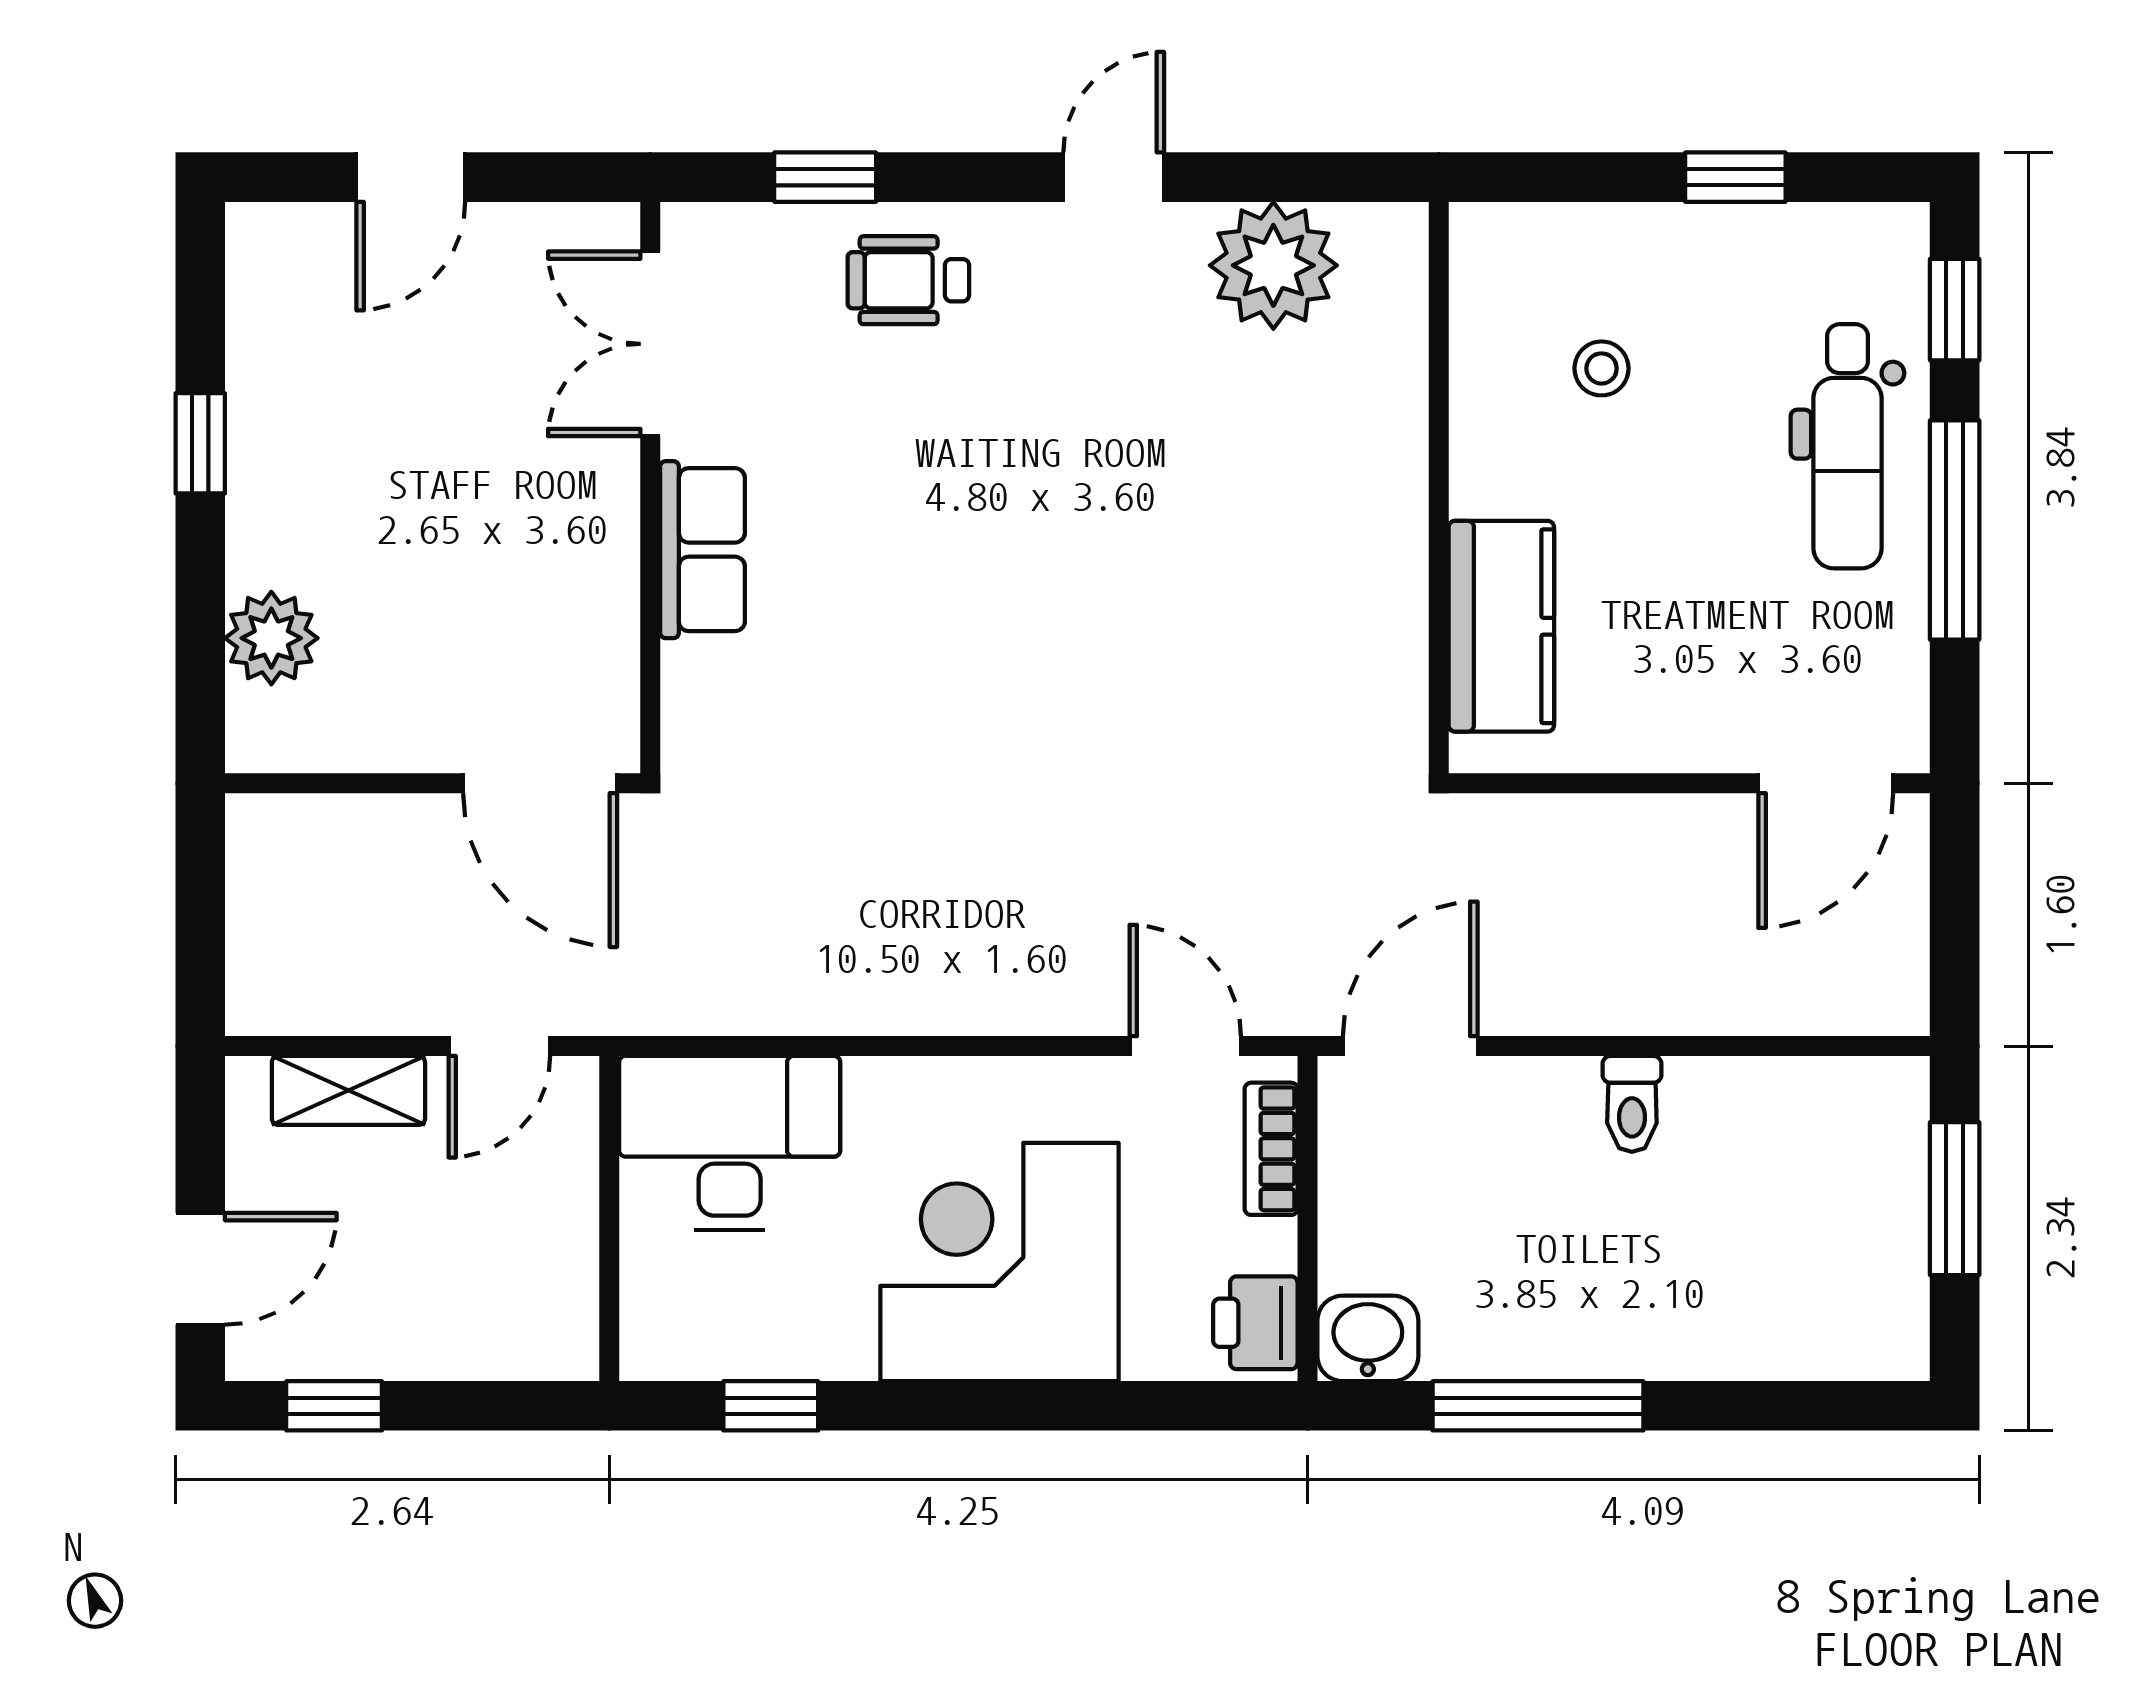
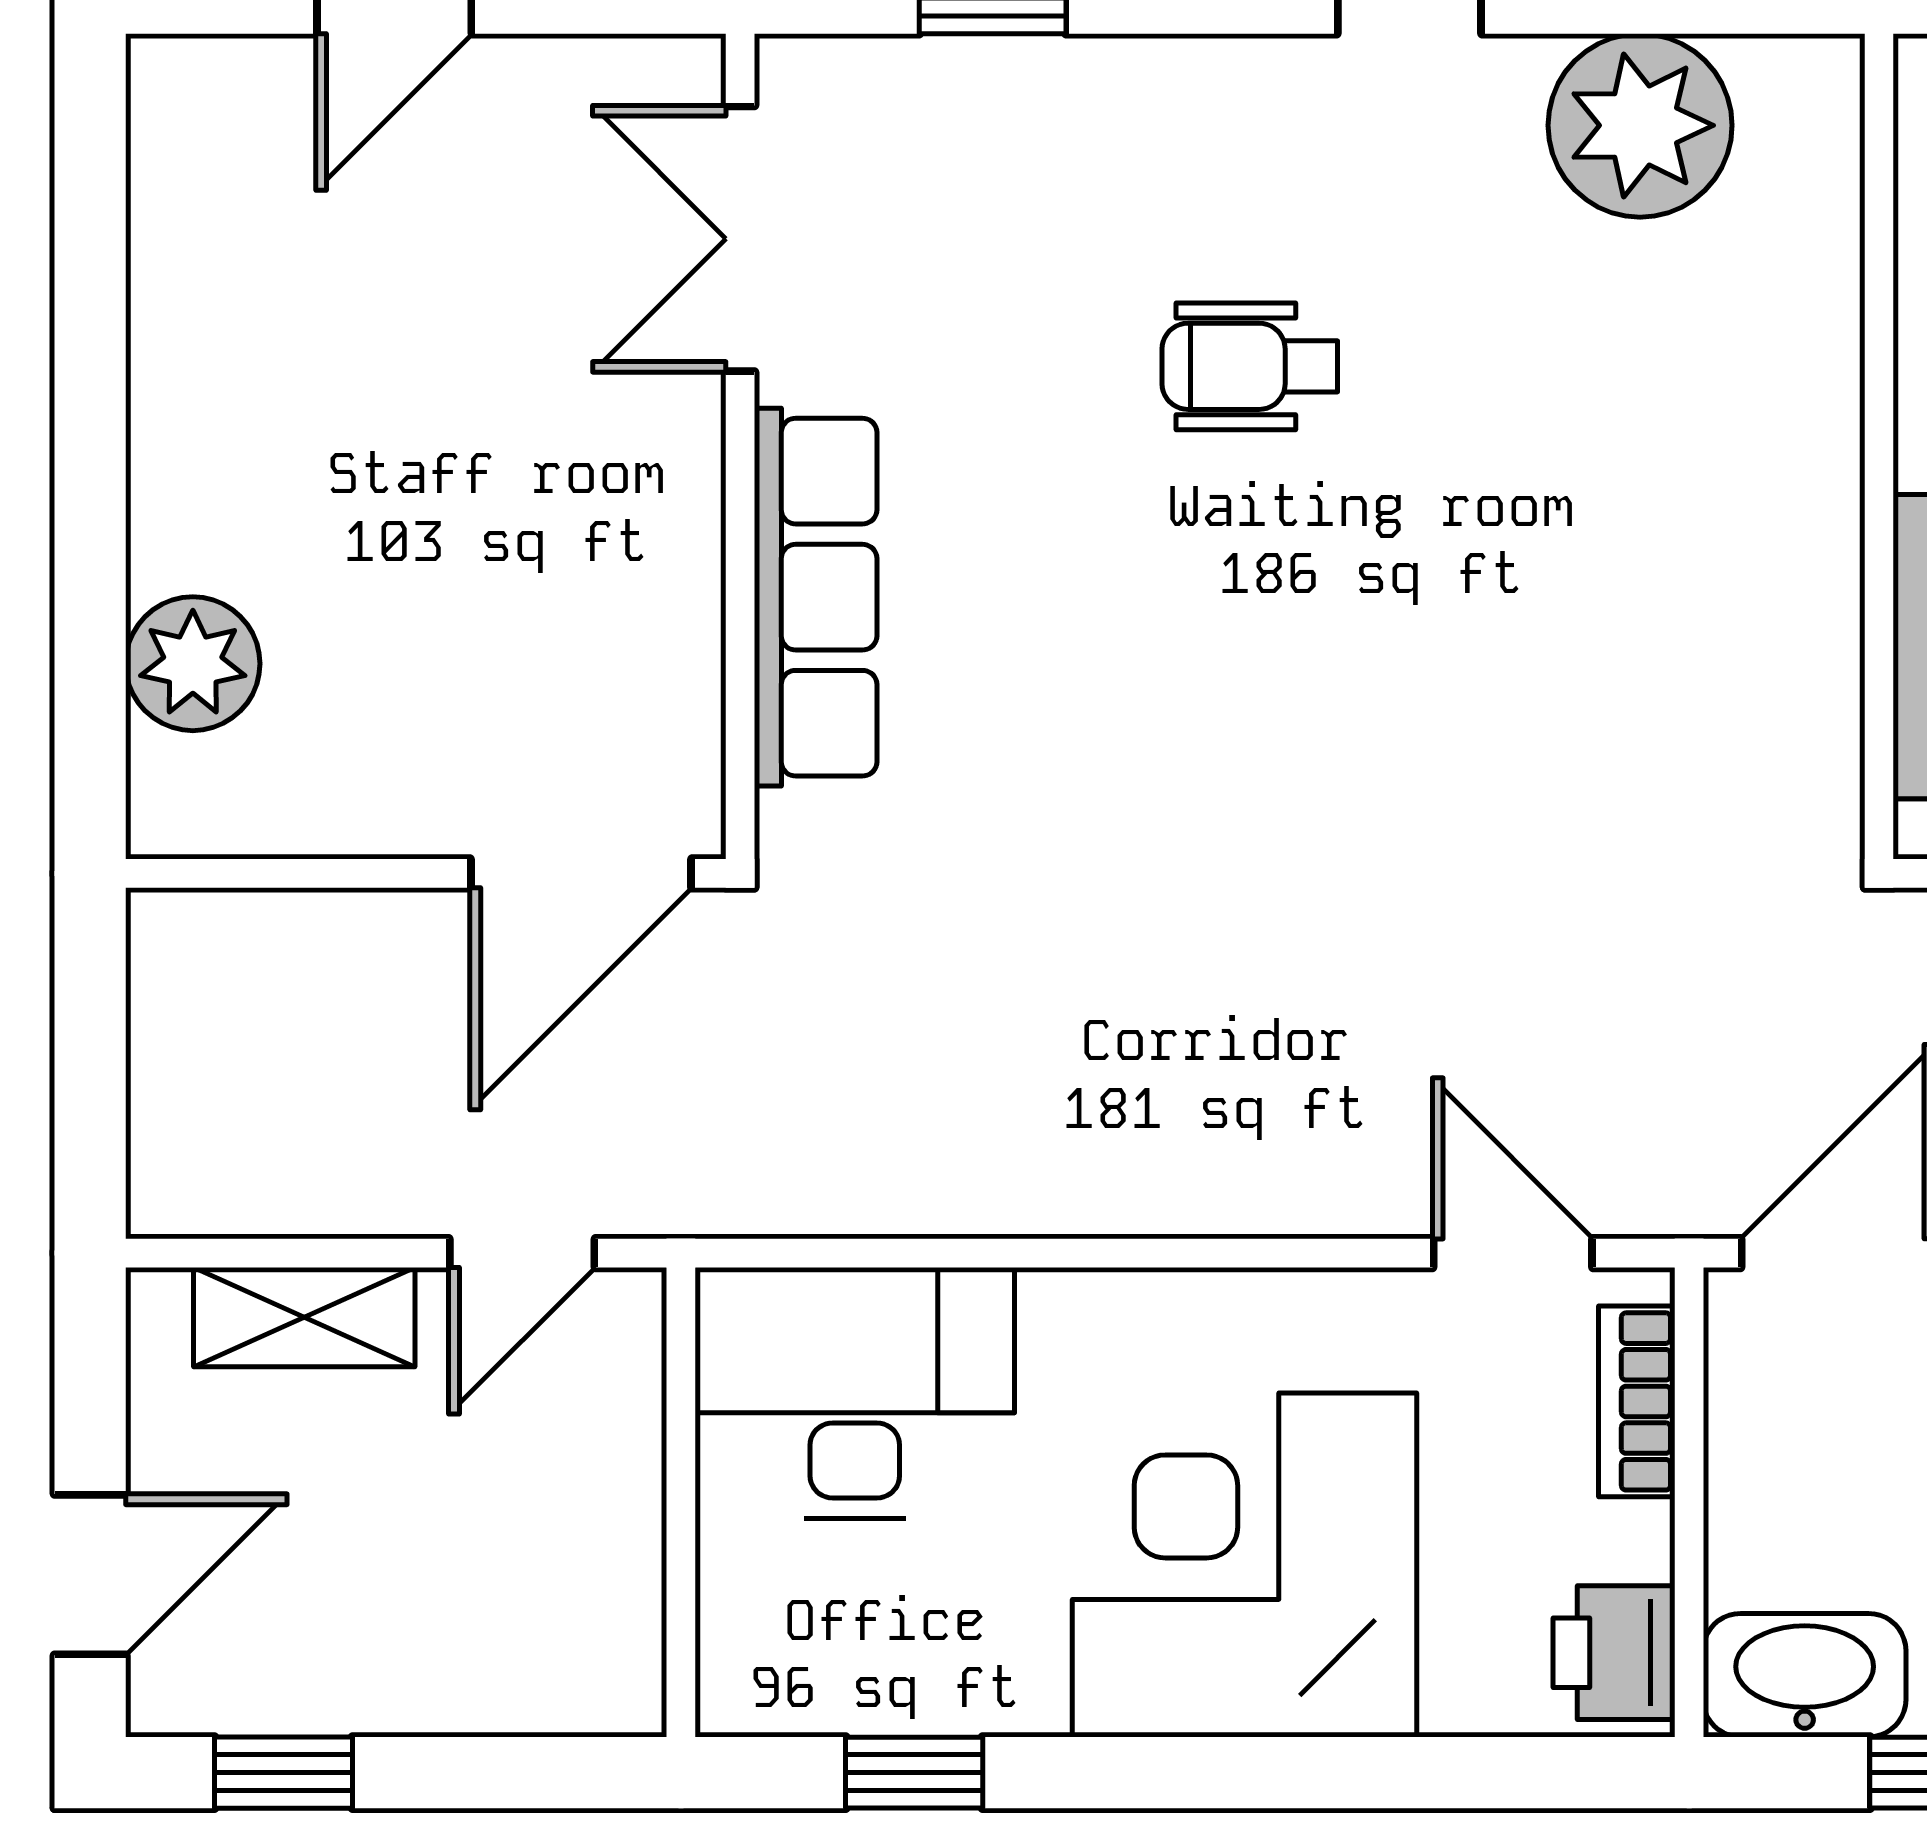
wheelchair: (908, 280) -> (1250, 366), moved
window: (200, 443) -> (90, 382), removed
row of seats: (703, 550) -> (816, 597), width x1.48
door: (540, 783) -> (581, 873), hinge flipped
washbasin: (1368, 1338) -> (1805, 1675), width x1.38

